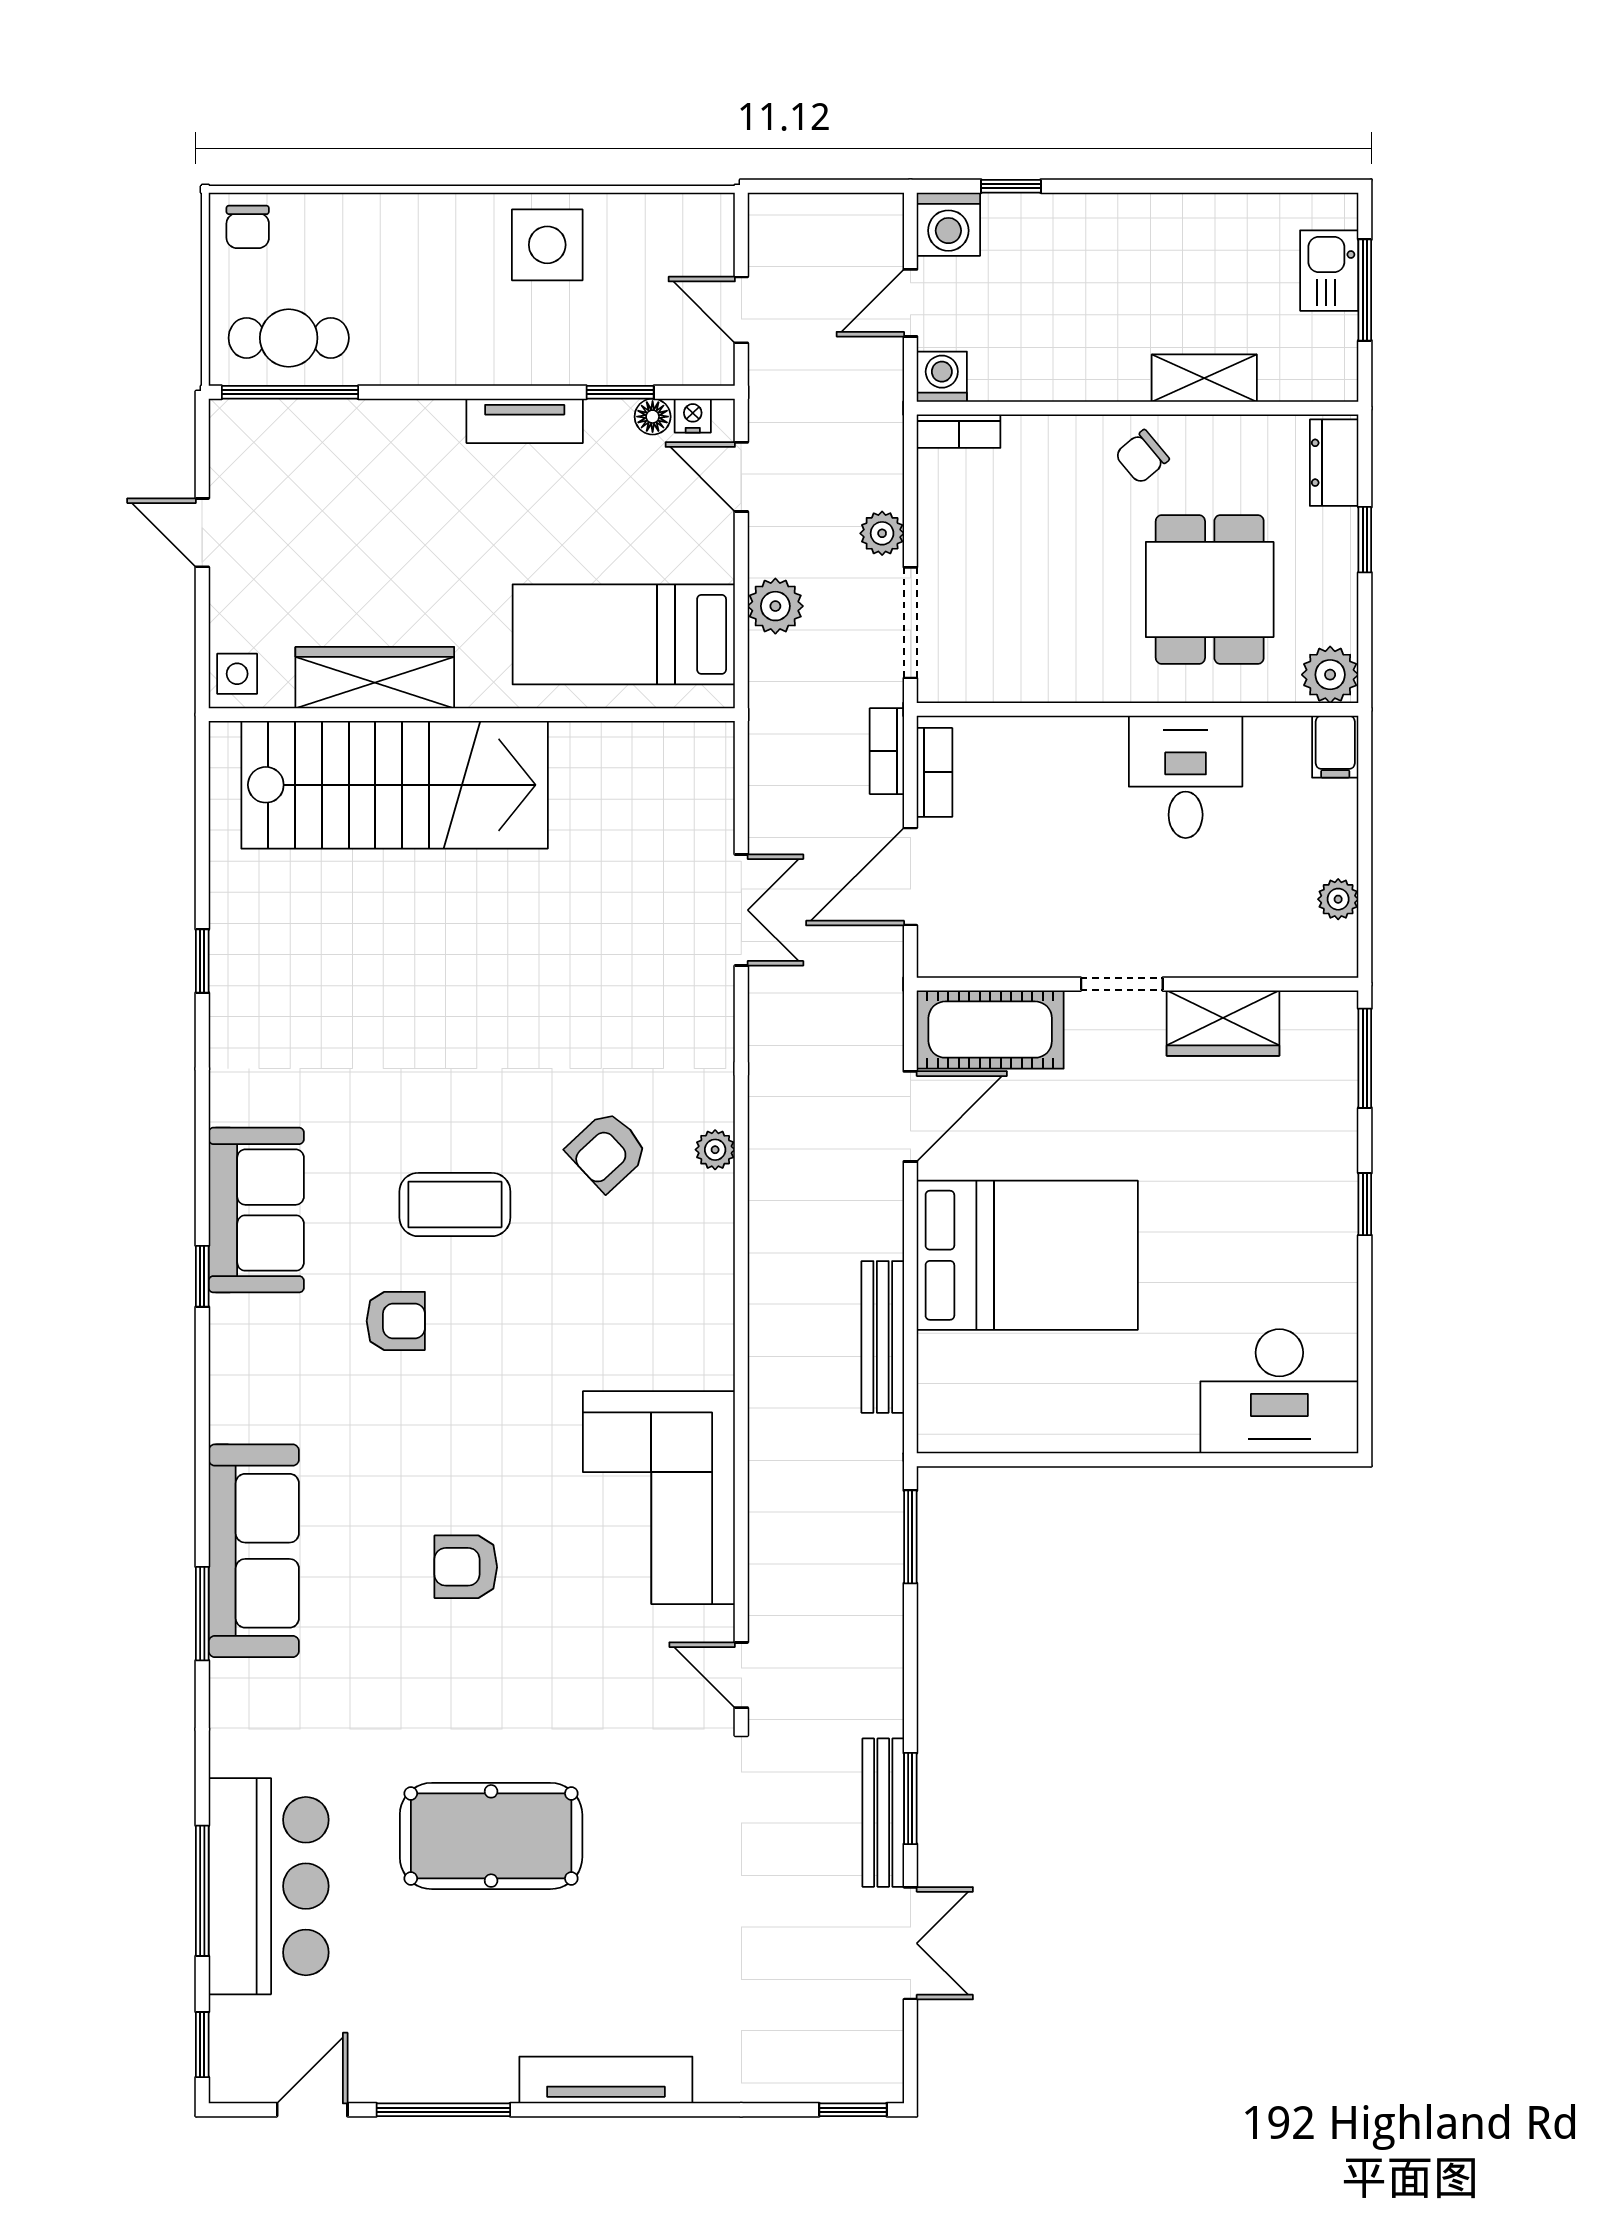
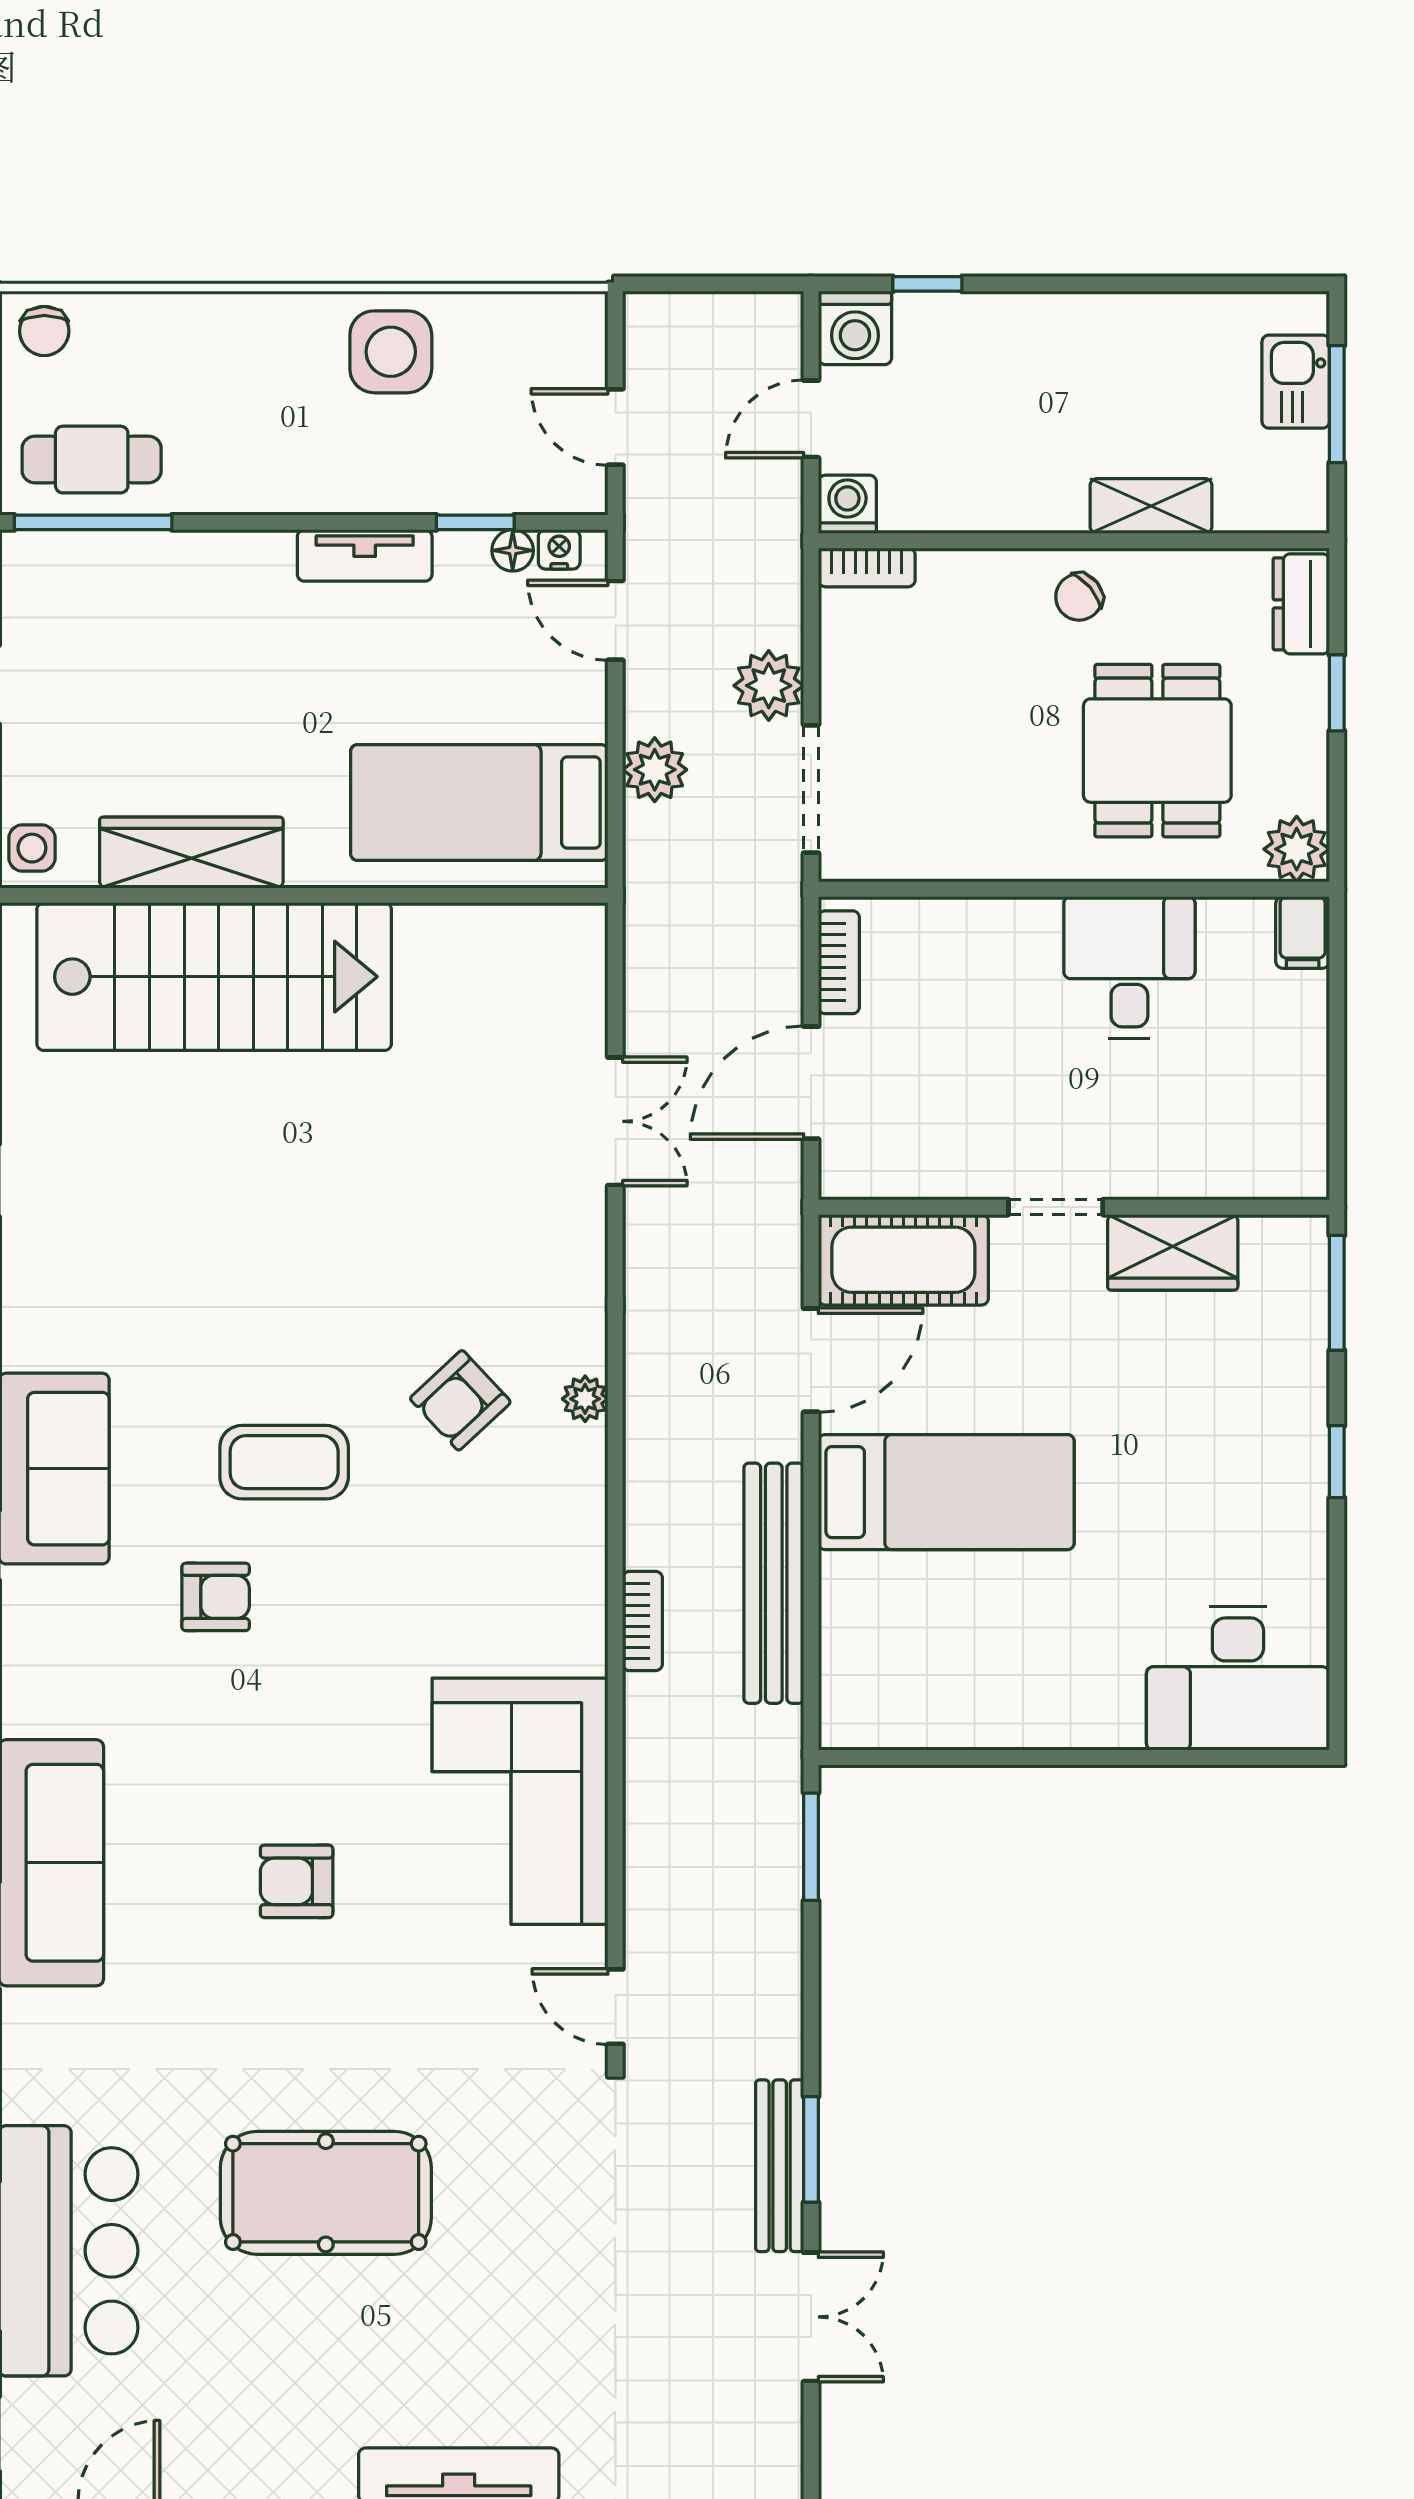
plant: (882, 533) -> (769, 686), width x1.38, depth x1.38
bookcase: (887, 751) -> (643, 1621), moved, turned 180
plant: (1338, 899) -> (1306, 1109), removed
bed: (1027, 1255) -> (946, 1492), width x0.67
bench: (883, 1337) -> (774, 1583), width x1.37, depth x1.21

